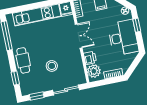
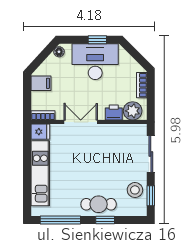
window: (137, 25) -> (97, 40), moved
stool: (52, 66) -> (135, 190), moved
window: (15, 78) -> (105, 220), moved

